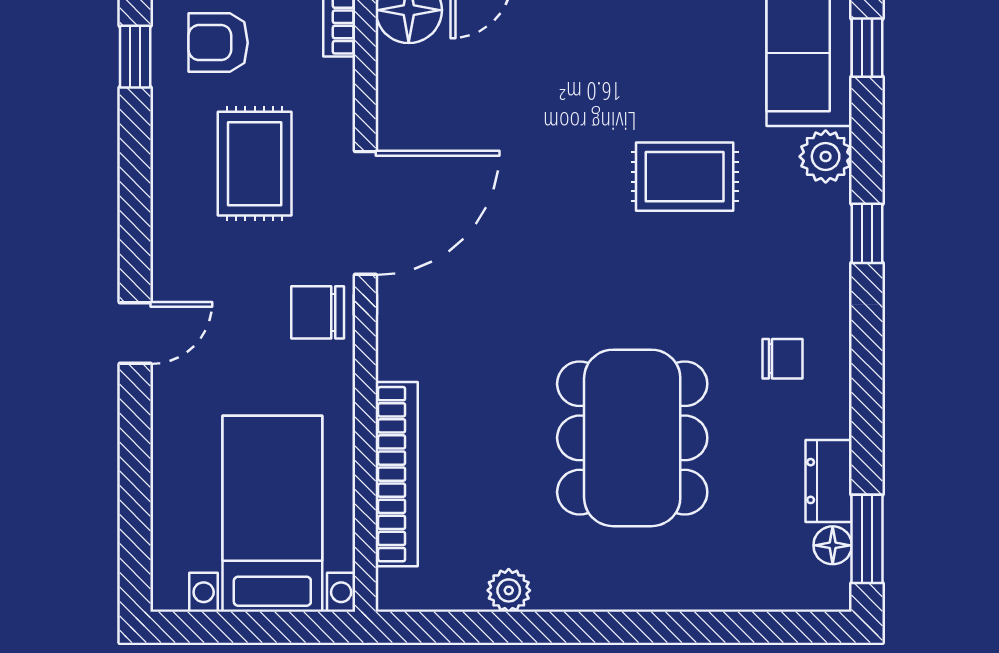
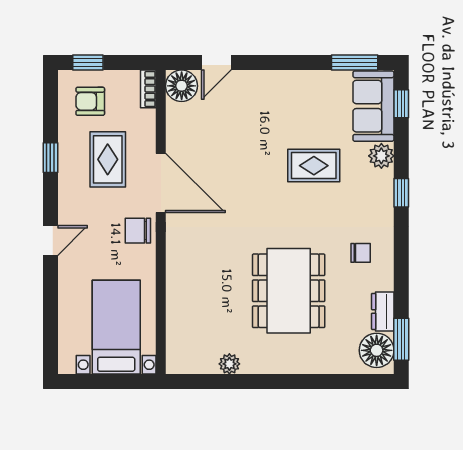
window: (135, 57) -> (50, 158), moved
door: (365, 213) -> (161, 183), hinge flipped
bookcase: (397, 474) -> (176, 308), removed
floor lamp: (833, 545) -> (377, 350), width x1.89, depth x1.89

